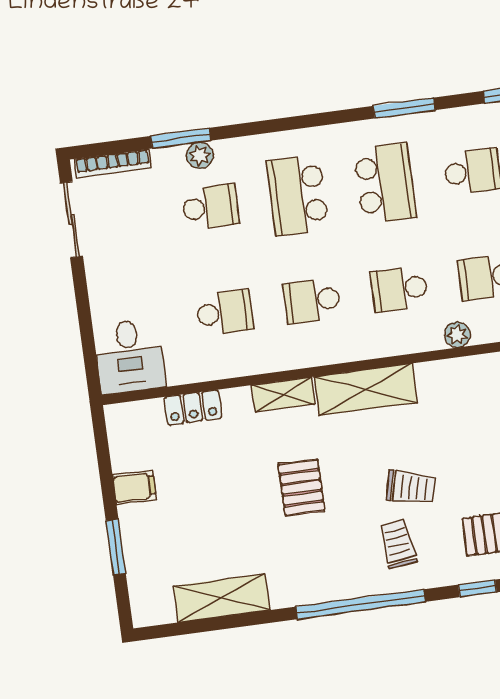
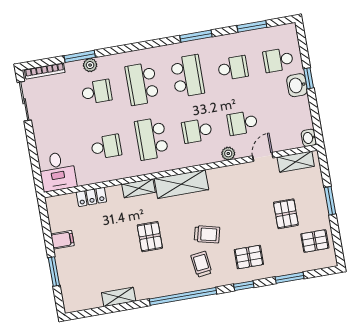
school desk: (312, 301) -> (152, 139), width x1.85
shelving: (221, 598) -> (119, 297), width x0.67, depth x0.75

